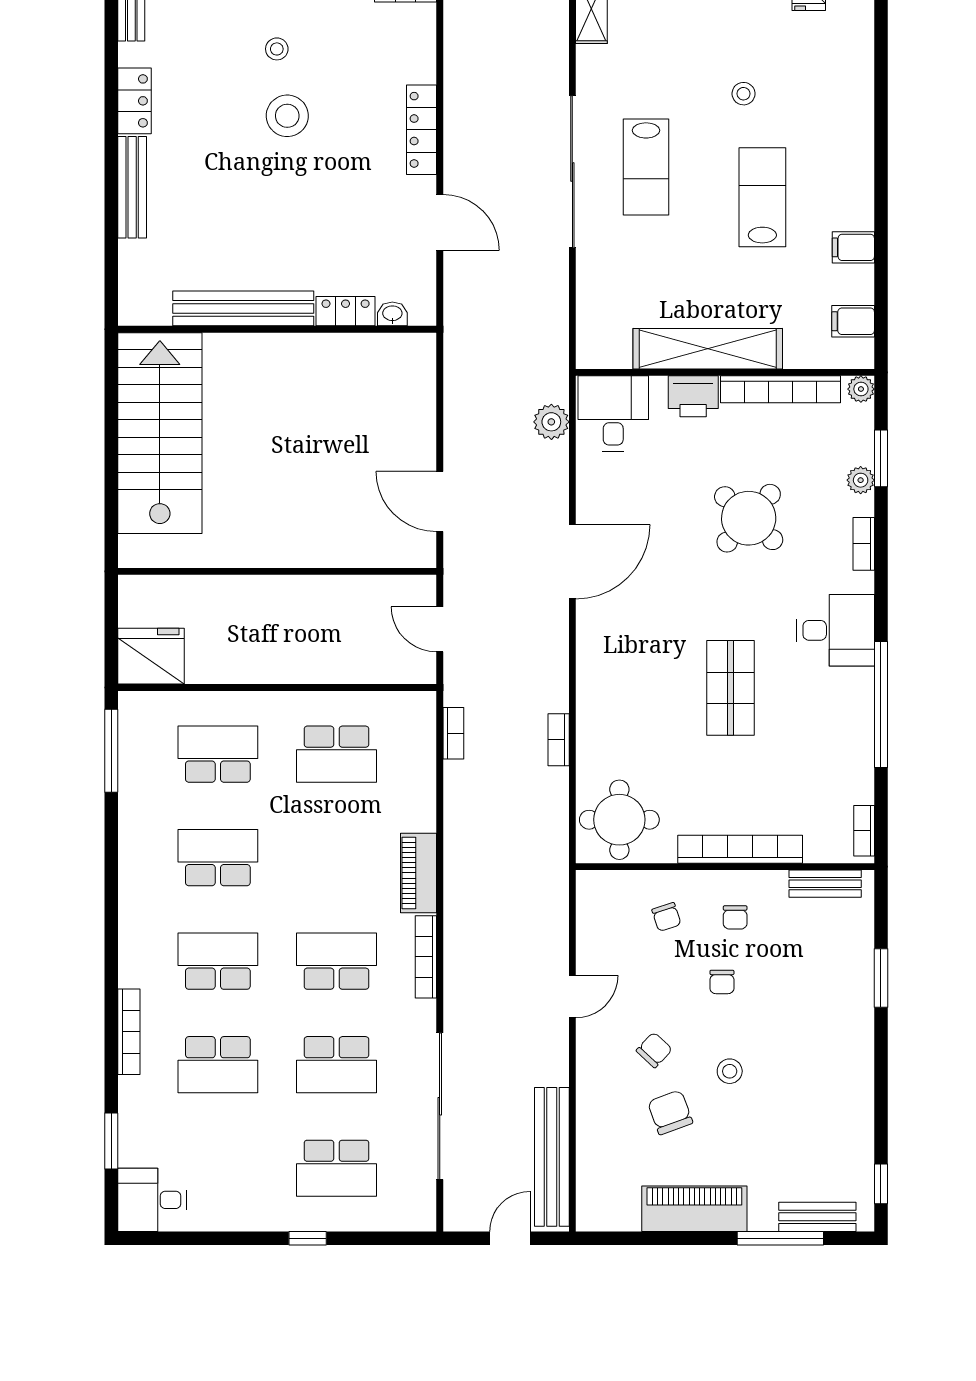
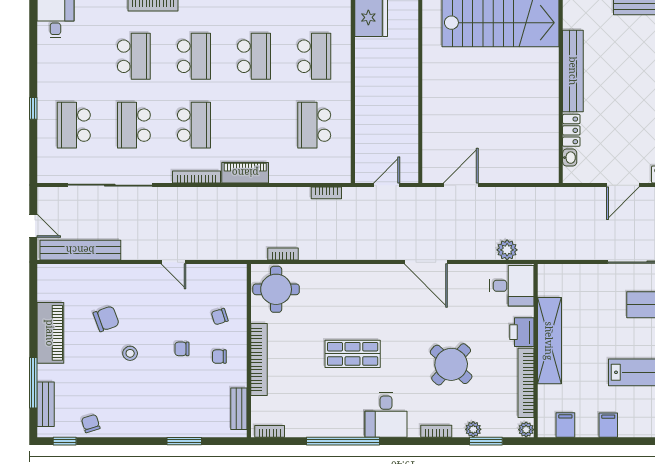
bookcase: (559, 740) -> (283, 254), moved
chair: (654, 1050) -> (91, 423), moved, turned -150
school desk: (218, 1065) -> (134, 56), turned 180

